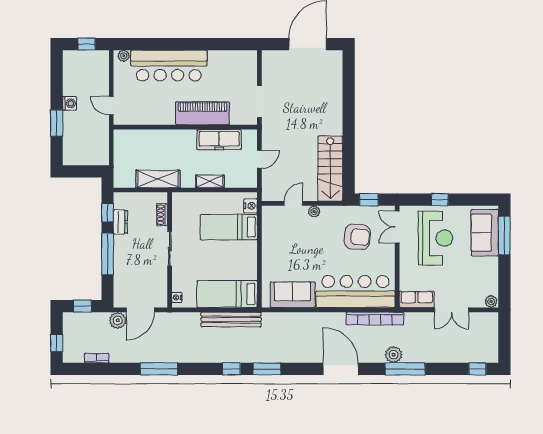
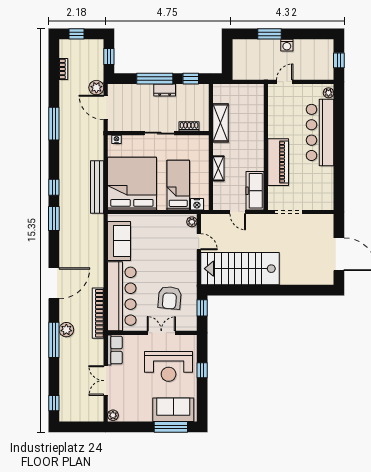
freezer: (219, 140) -> (255, 191), moved
stairs: (330, 169) -> (240, 269), width x1.36, depth x1.51
plant: (314, 212) -> (192, 222), moved
dresser: (120, 222) -> (165, 90), moved
double door: (397, 227) -> (161, 333), moved
bed: (227, 294) -> (132, 184), width x2.04

